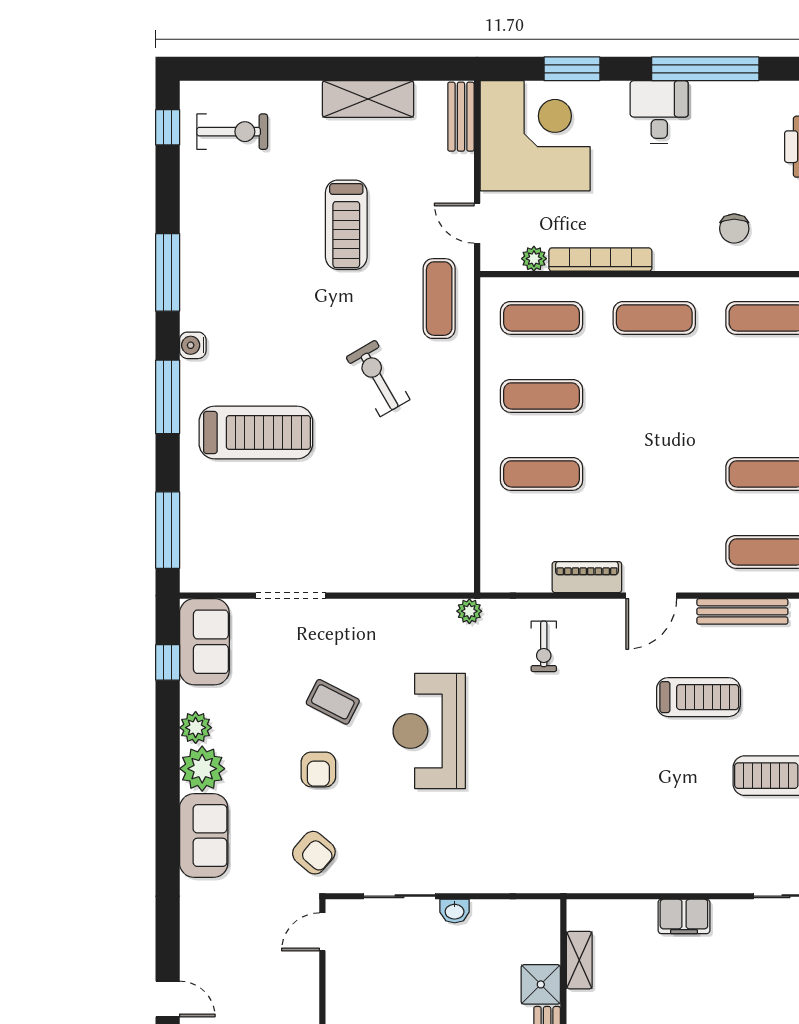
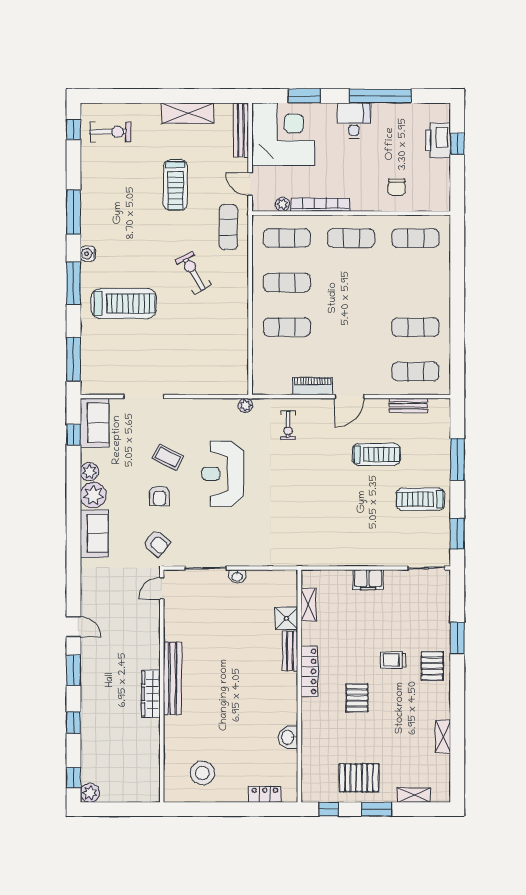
bench: (461, 117) -> (241, 130), width x1.36
bench: (742, 611) -> (408, 406), width x0.73

